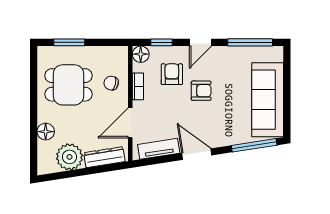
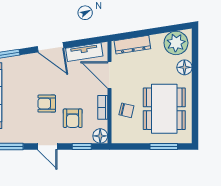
door: (200, 42) -> (47, 146), swing flipped
dining table: (69, 85) -> (164, 109), width x1.37
door: (130, 123) -> (109, 75), swing flipped
plant: (69, 157) -> (176, 43), moved

